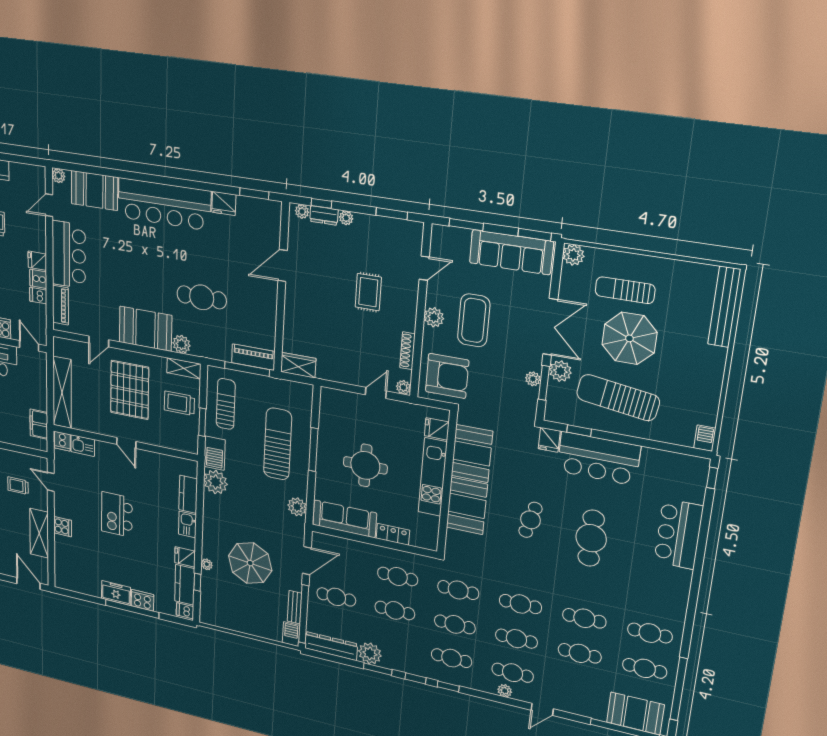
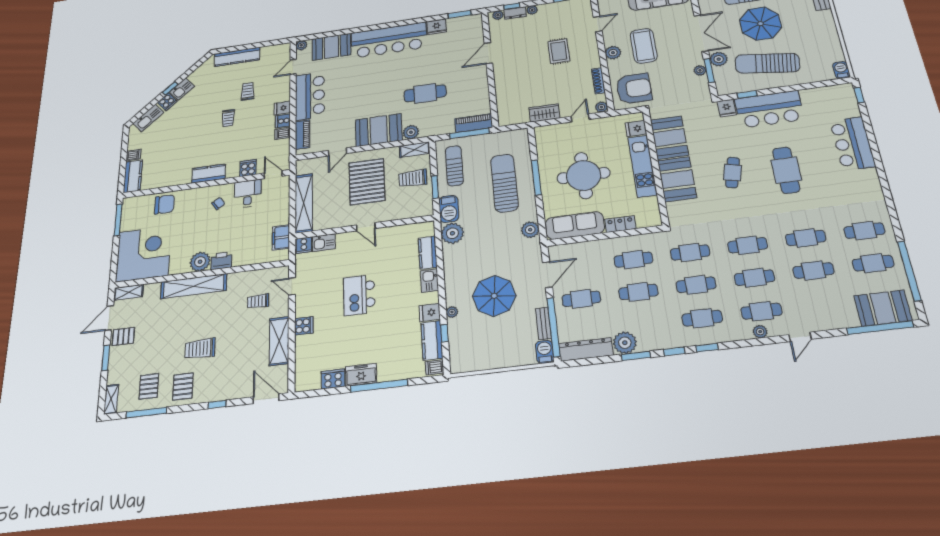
wardrobe: (298, 365) -> (544, 113), moved
round table: (365, 465) -> (583, 175), width x1.36, depth x1.36
cooker: (142, 600) -> (333, 379), moved

